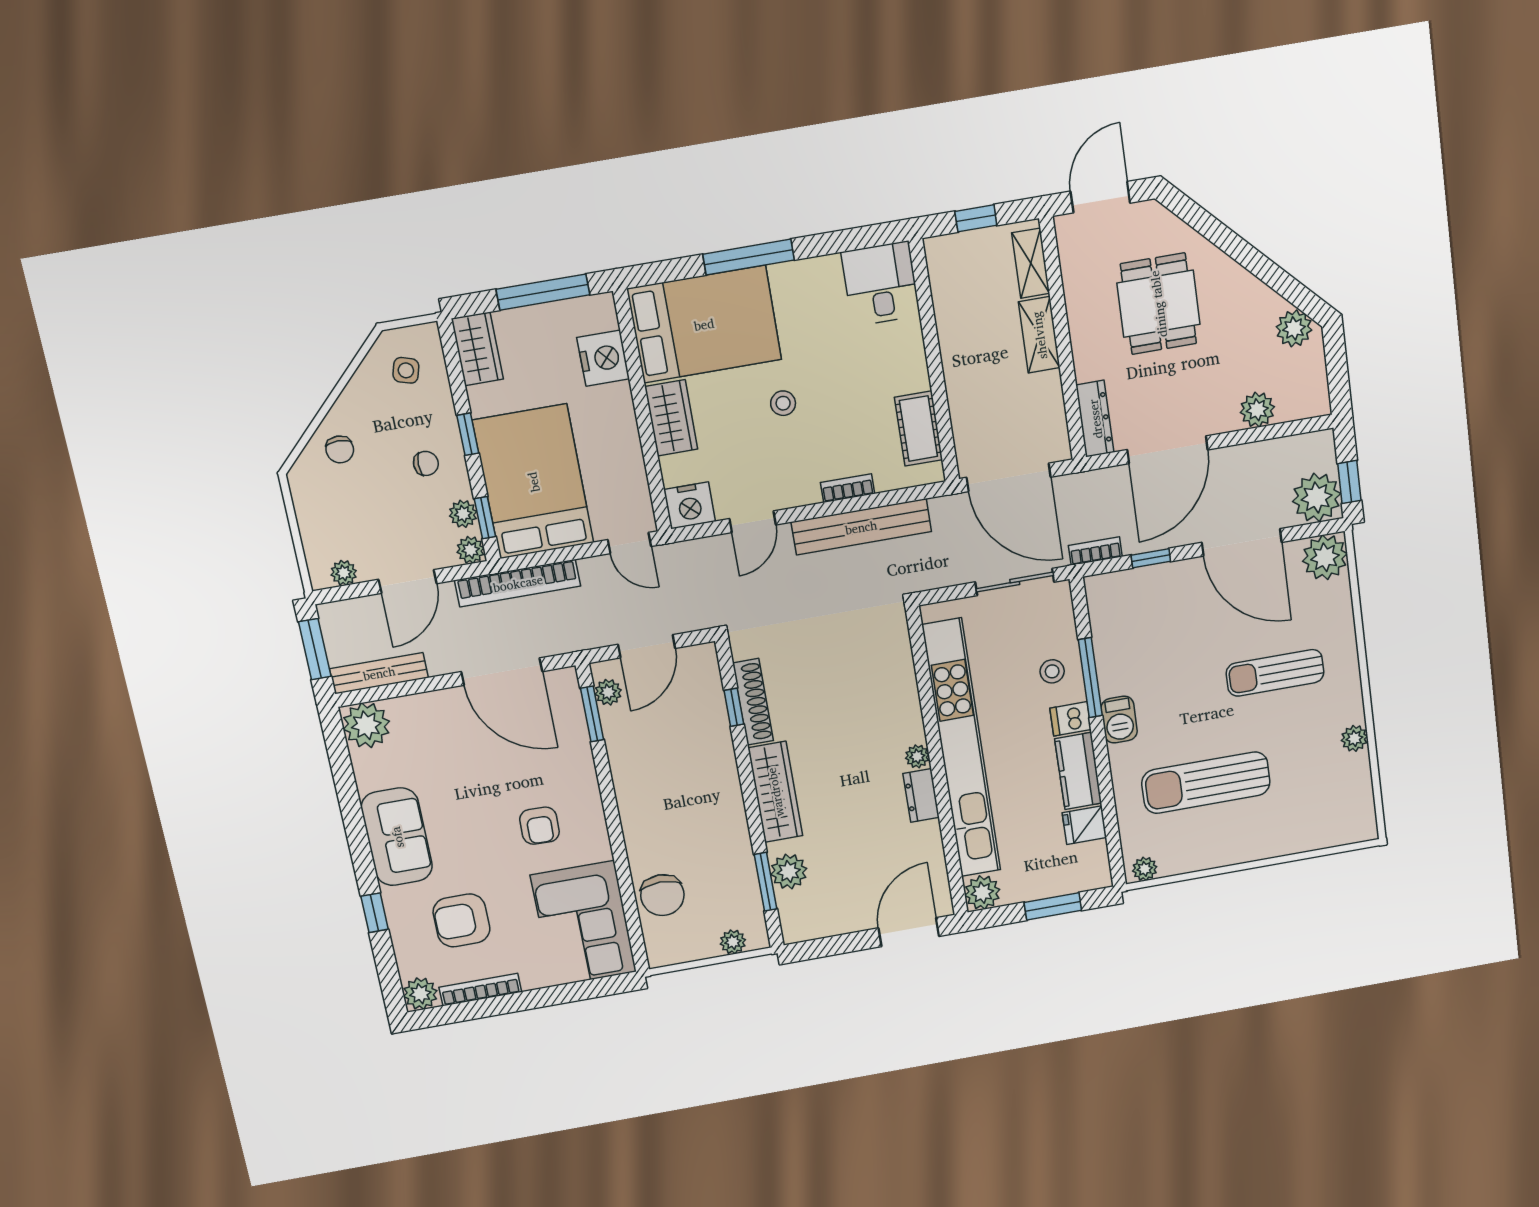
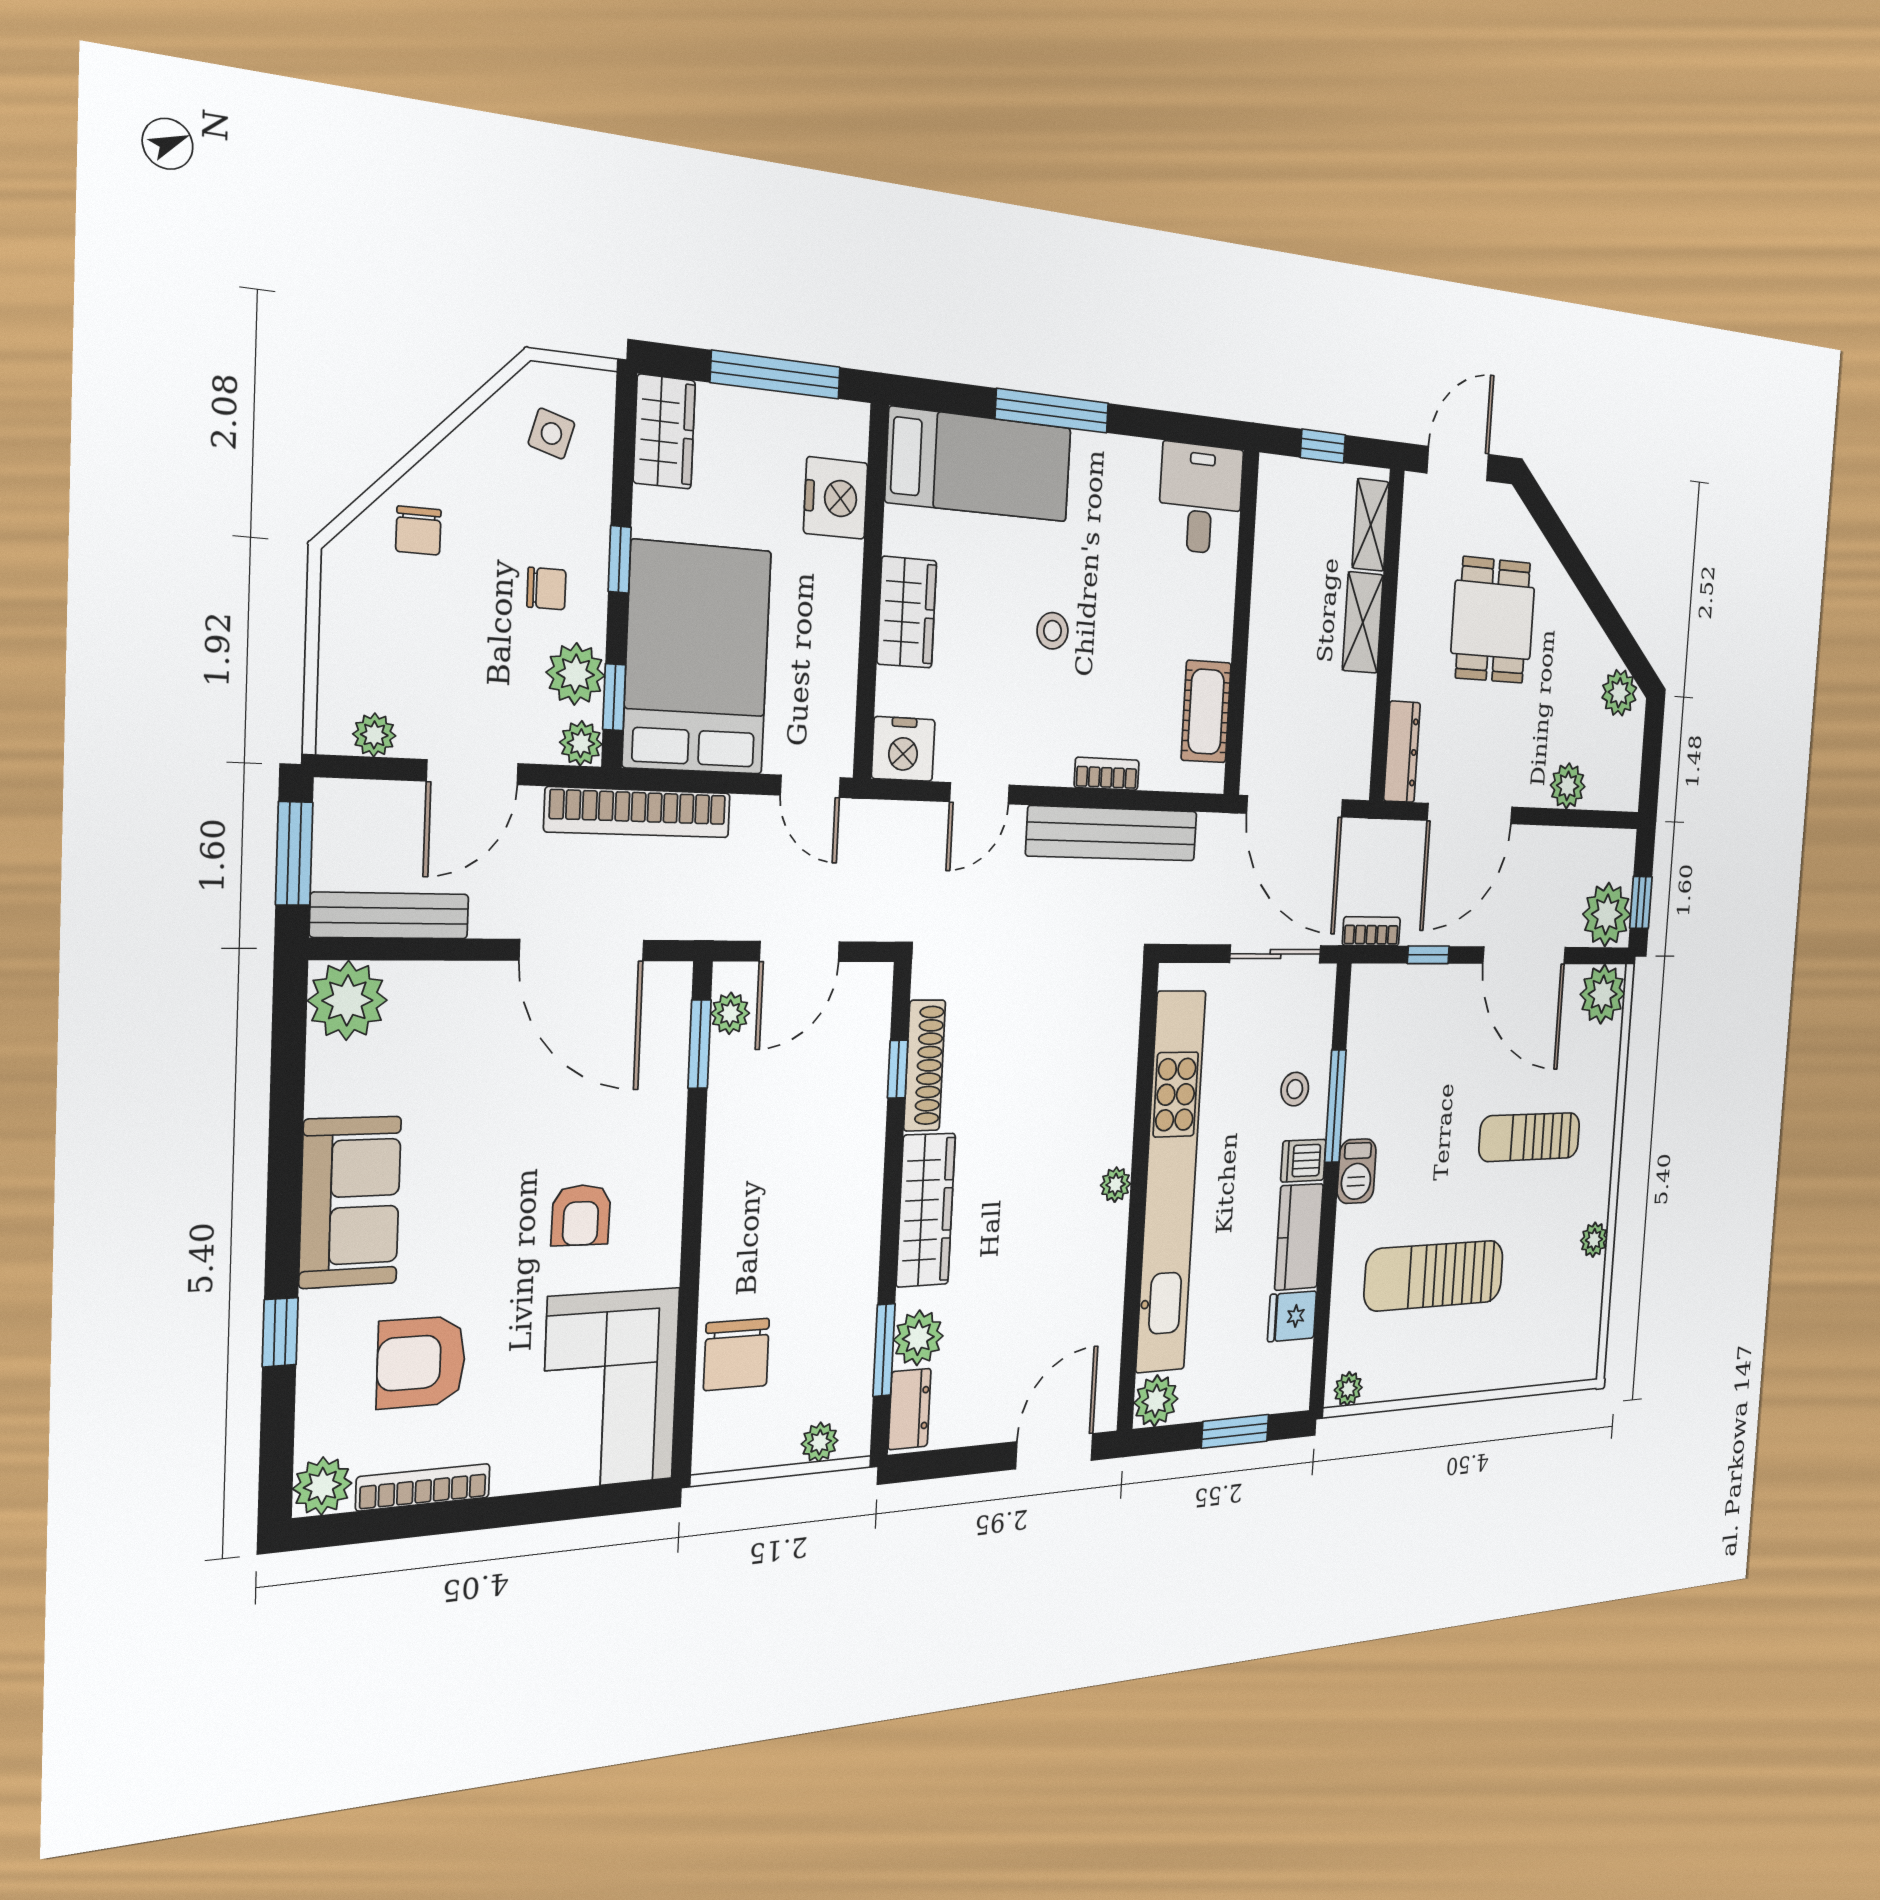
bed: (704, 324) -> (979, 465), width x0.67
plant: (463, 514) -> (576, 674), width x1.38, depth x1.38
dresser: (921, 795) -> (910, 1409), moved, turned 180

